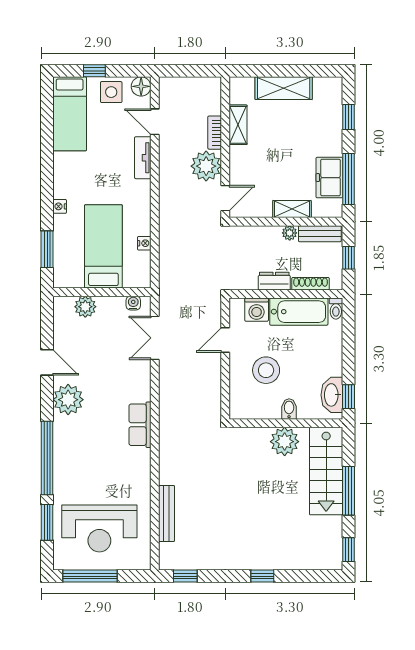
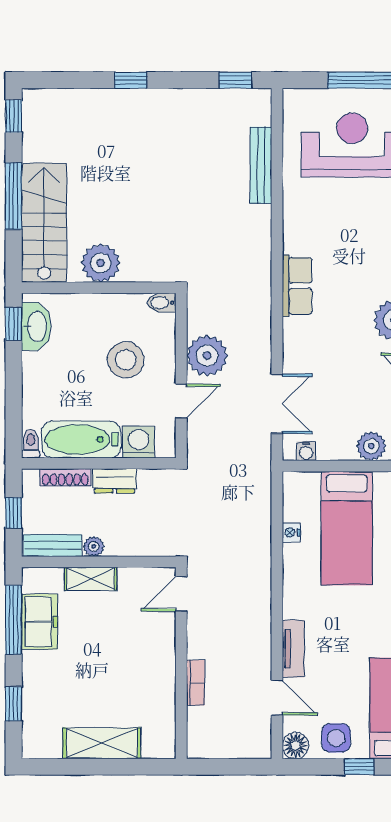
shelving: (238, 125) -> (164, 693), removed
plant: (206, 166) -> (207, 356), moved
bidet: (289, 409) -> (162, 303), moved, turned 90

